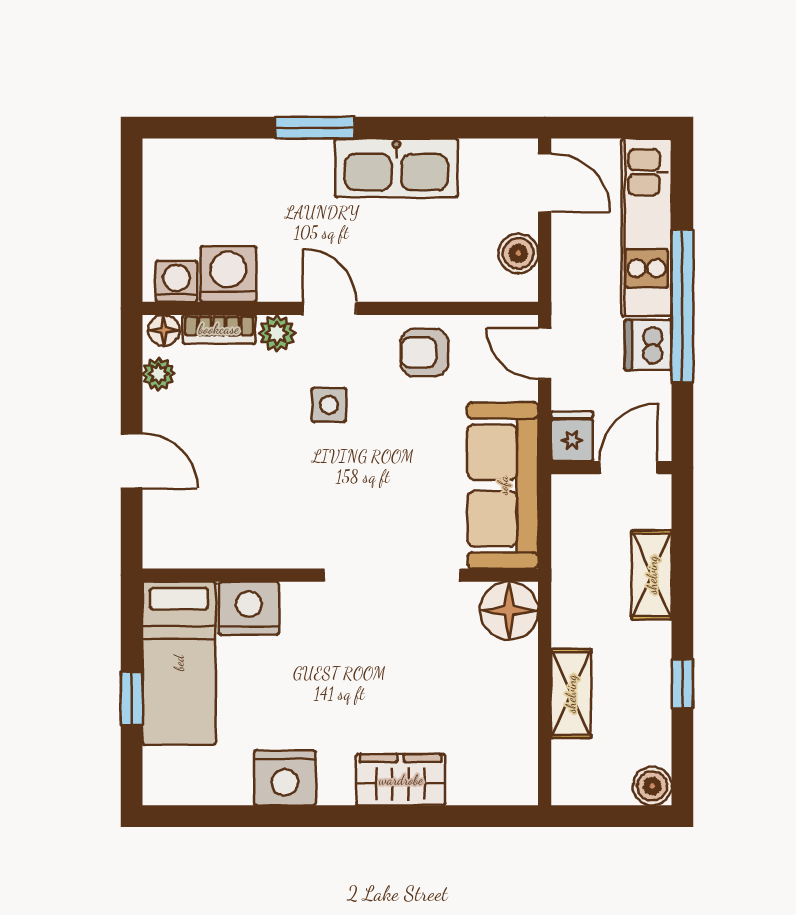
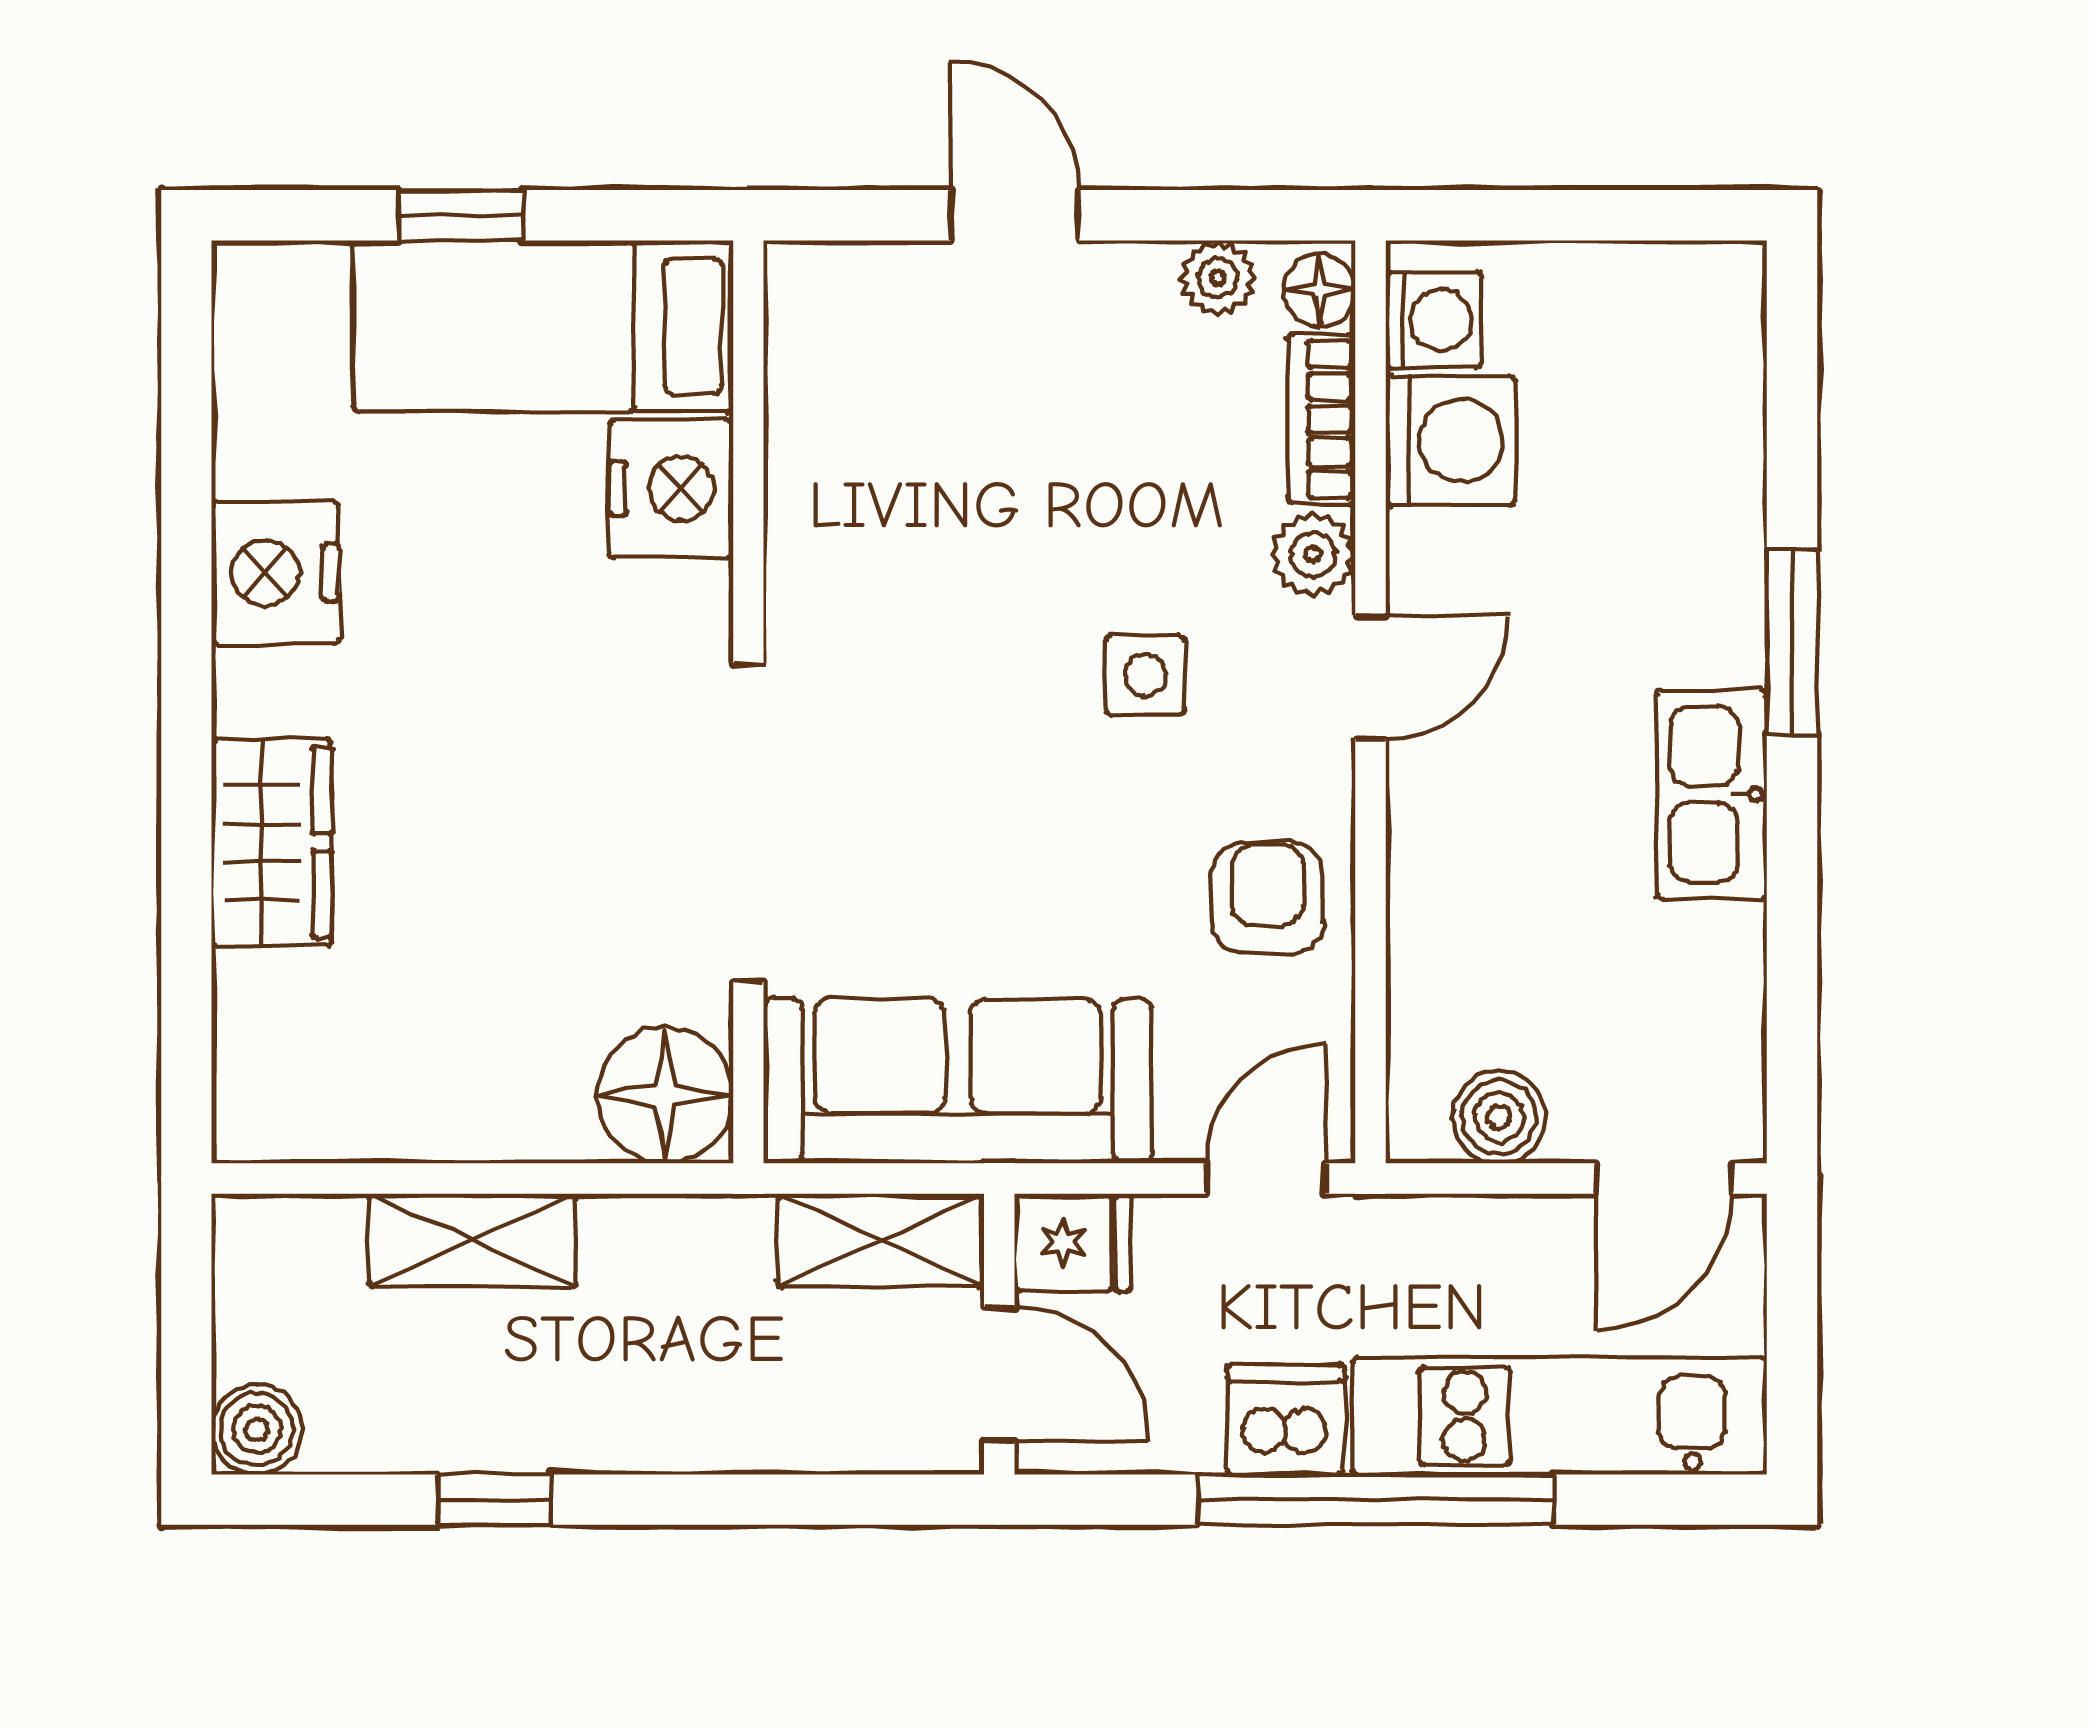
kitchen sink: (396, 168) -> (1712, 794), width x0.73, depth x0.81
door: (132, 461) -> (1015, 215), swing flipped
shelving: (652, 575) -> (880, 1240), moved

